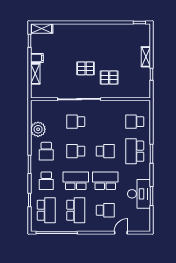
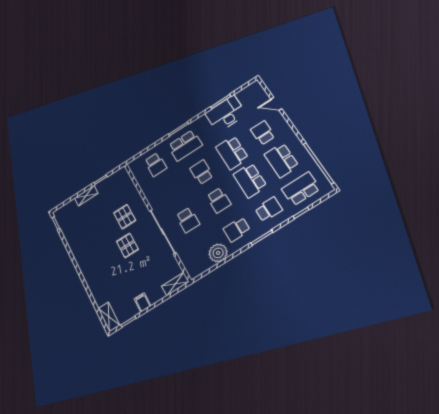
shelving: (35, 74) -> (175, 284), moved
school desk: (46, 151) -> (237, 230), turned 180
school desk: (76, 210) -> (281, 160), turned -90

